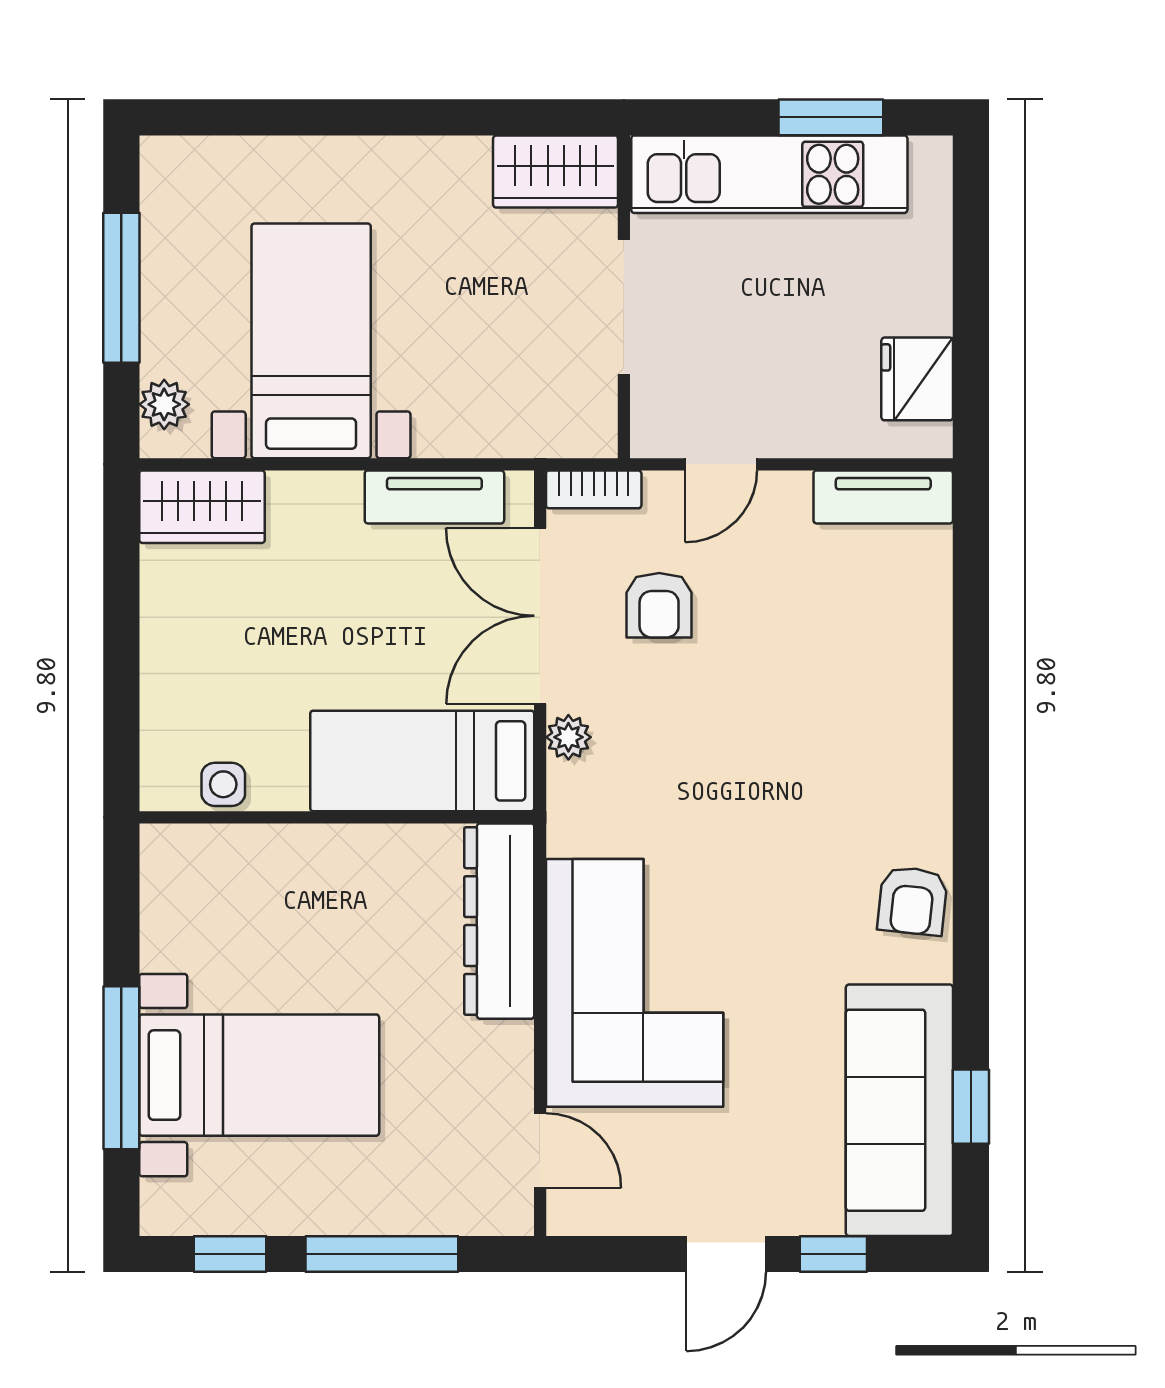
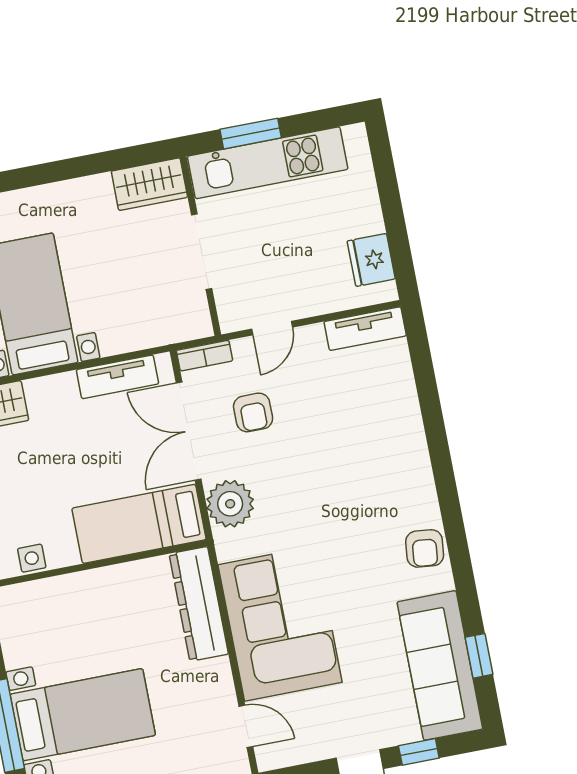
window: (831, 117) -> (251, 134), moved
plant: (568, 737) -> (230, 504), width x1.87, depth x1.87

